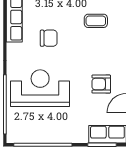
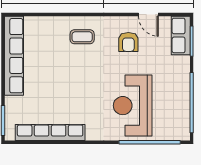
coffee table: (96, 21) -> (82, 37), moved, turned 90
chair: (49, 38) -> (81, 97), removed

